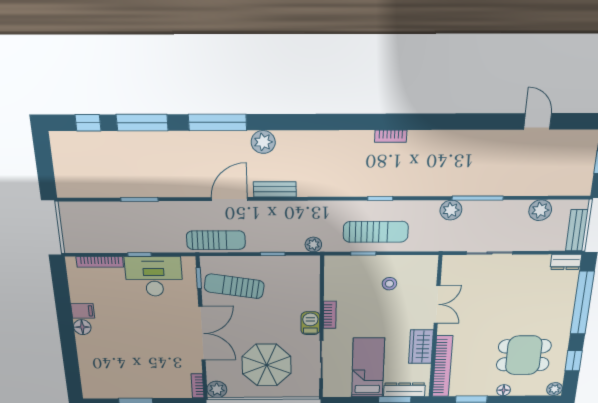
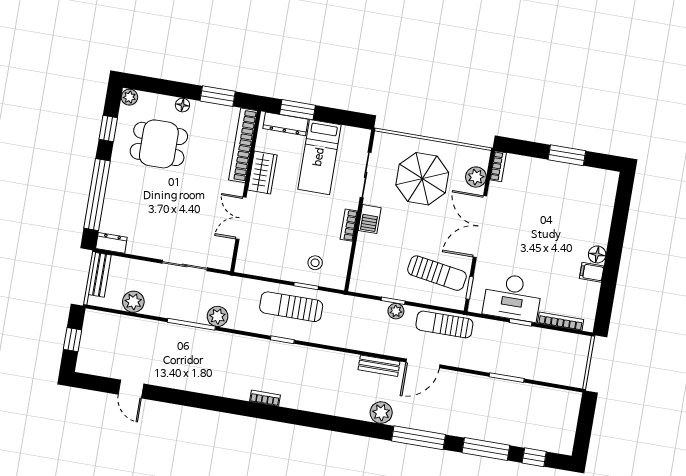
plant: (313, 244) -> (396, 311), moved
stool: (389, 284) -> (315, 263), moved
plant: (217, 389) -> (476, 177), moved

